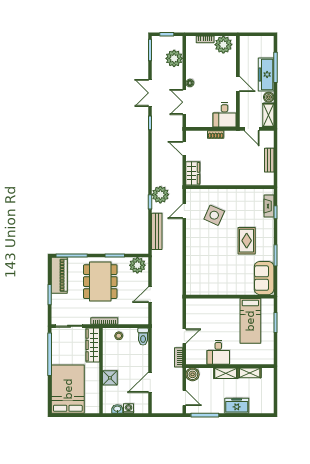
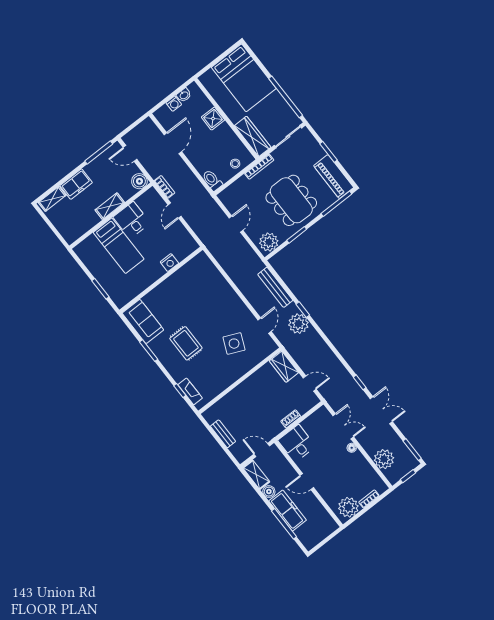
nightstand: (215, 304) -> (169, 263), added
bed: (250, 321) -> (119, 246), moved, turned 180
shelving: (250, 373) -> (52, 199), moved

